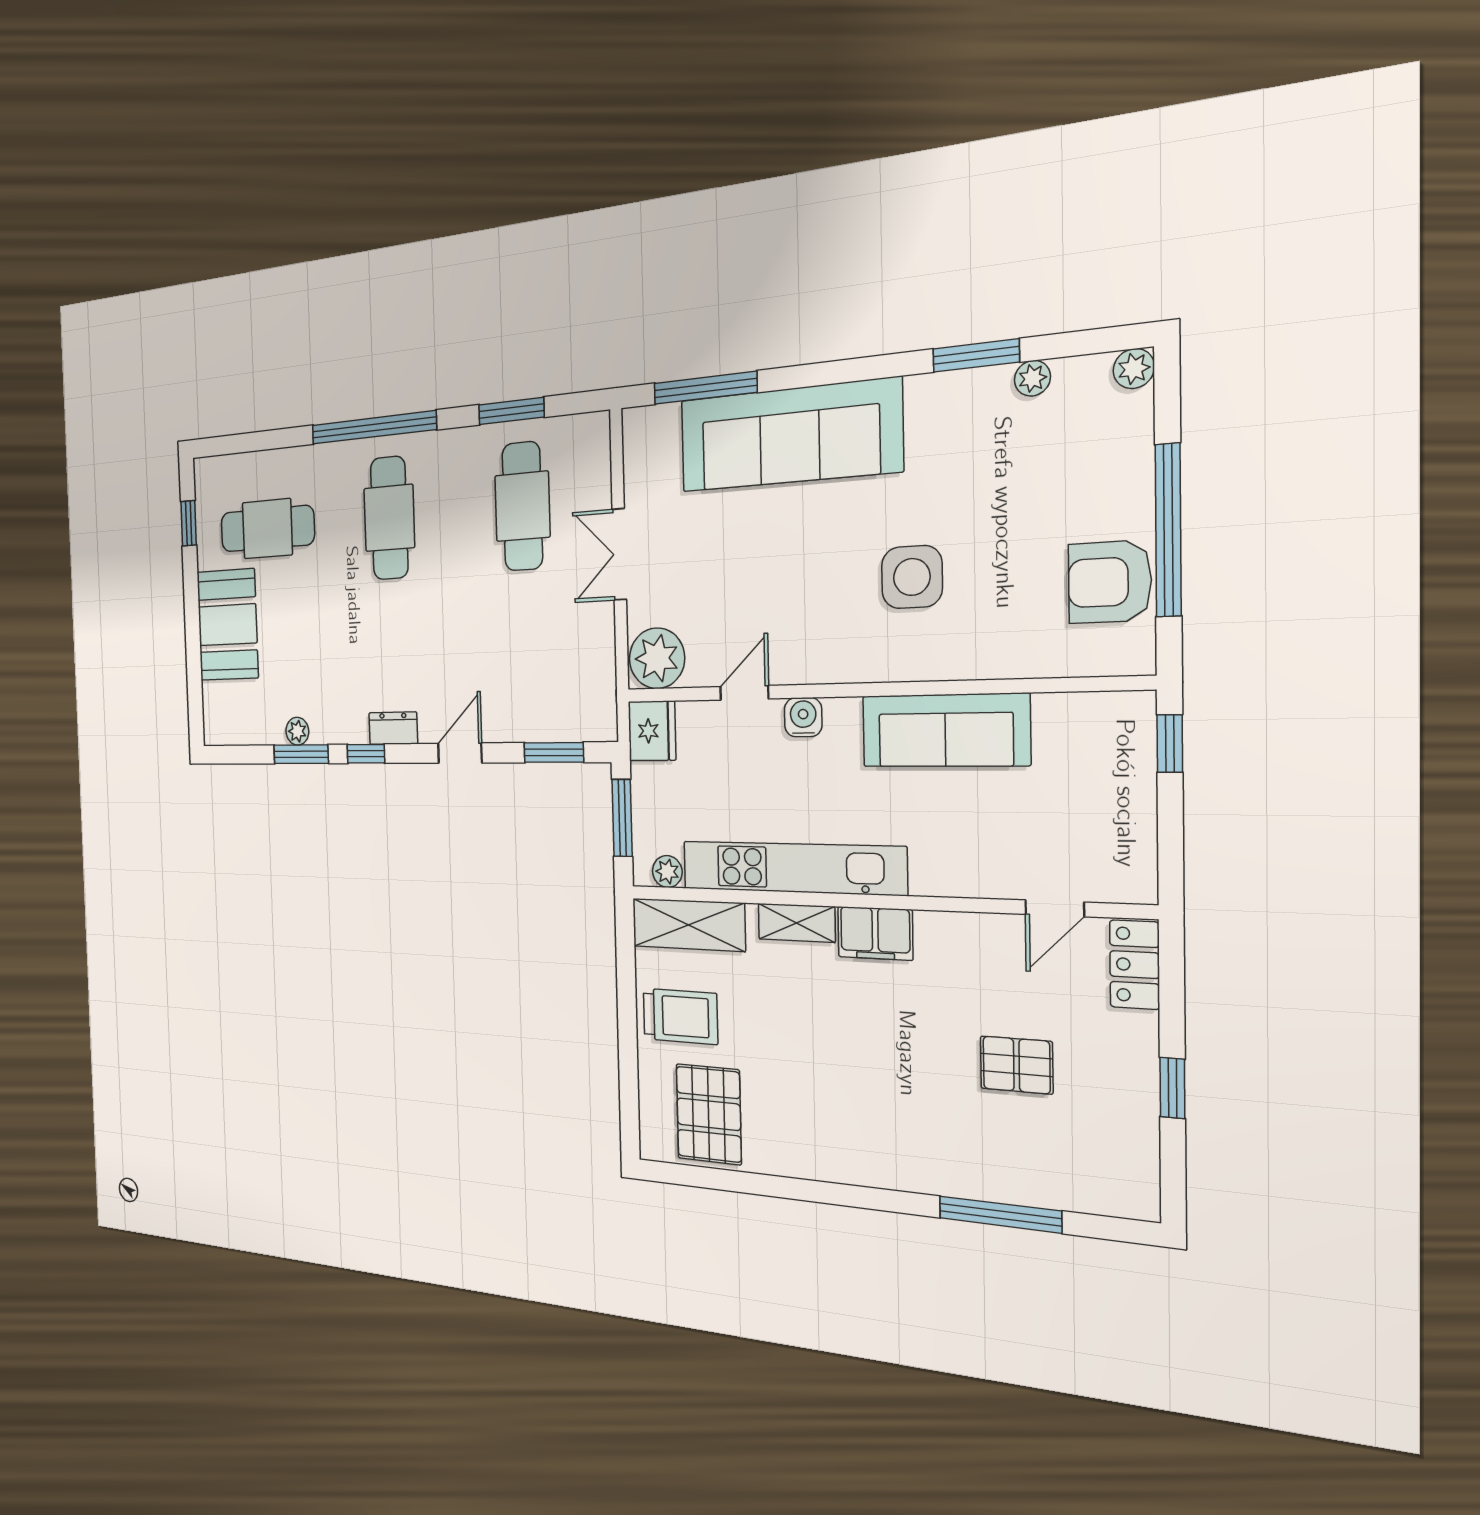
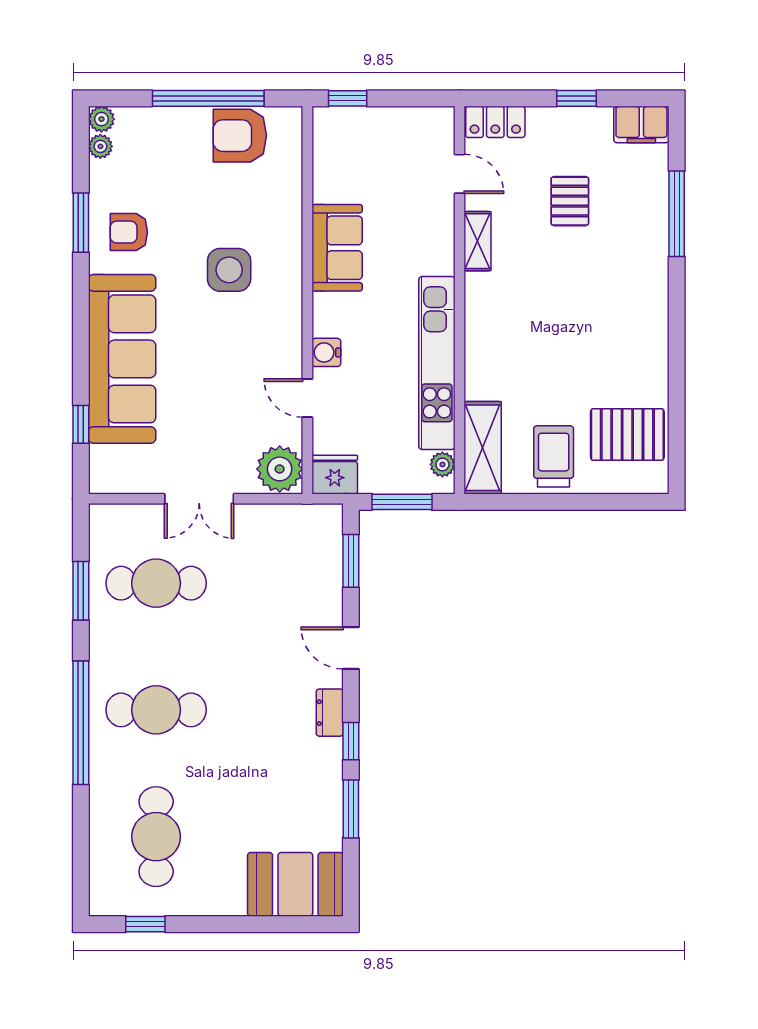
plant: (1032, 378) -> (100, 146), moved
window: (705, 388) -> (81, 424), width x0.46
armchair: (963, 428) -> (129, 232), added
armchair: (1110, 582) -> (240, 136), turned 90
booth: (228, 625) -> (295, 884), moved
sofa: (945, 730) -> (337, 248), width x0.73
plant: (297, 731) -> (331, 812), removed
shelving: (797, 923) -> (477, 241), moved
filing cabinet: (875, 933) -> (641, 125), moved, turned 90

